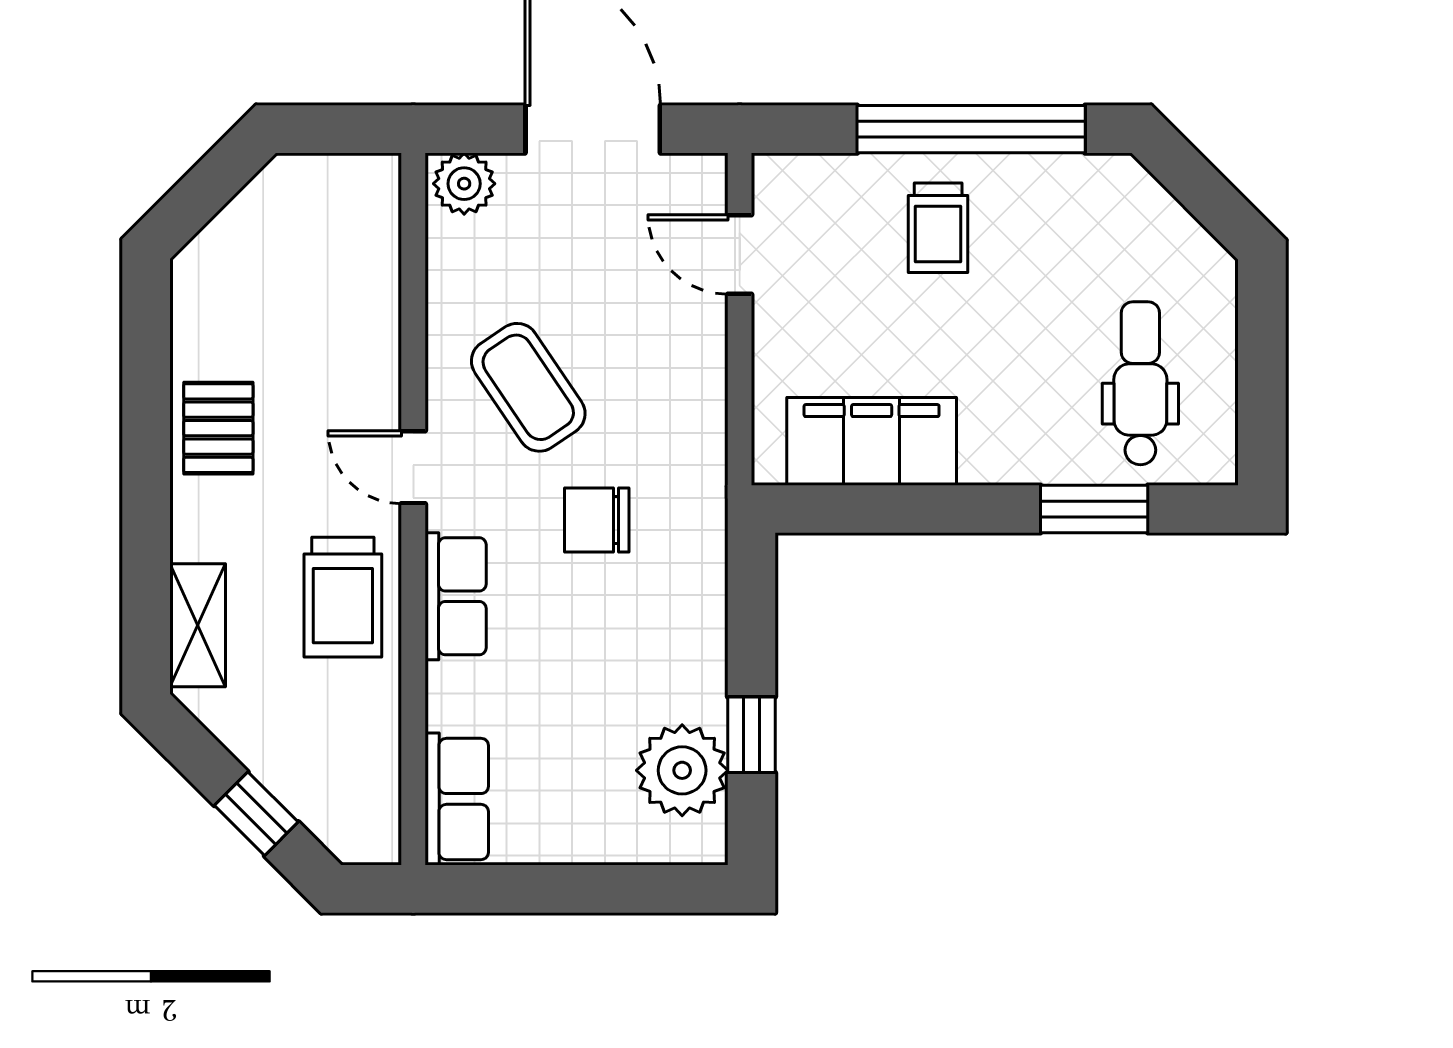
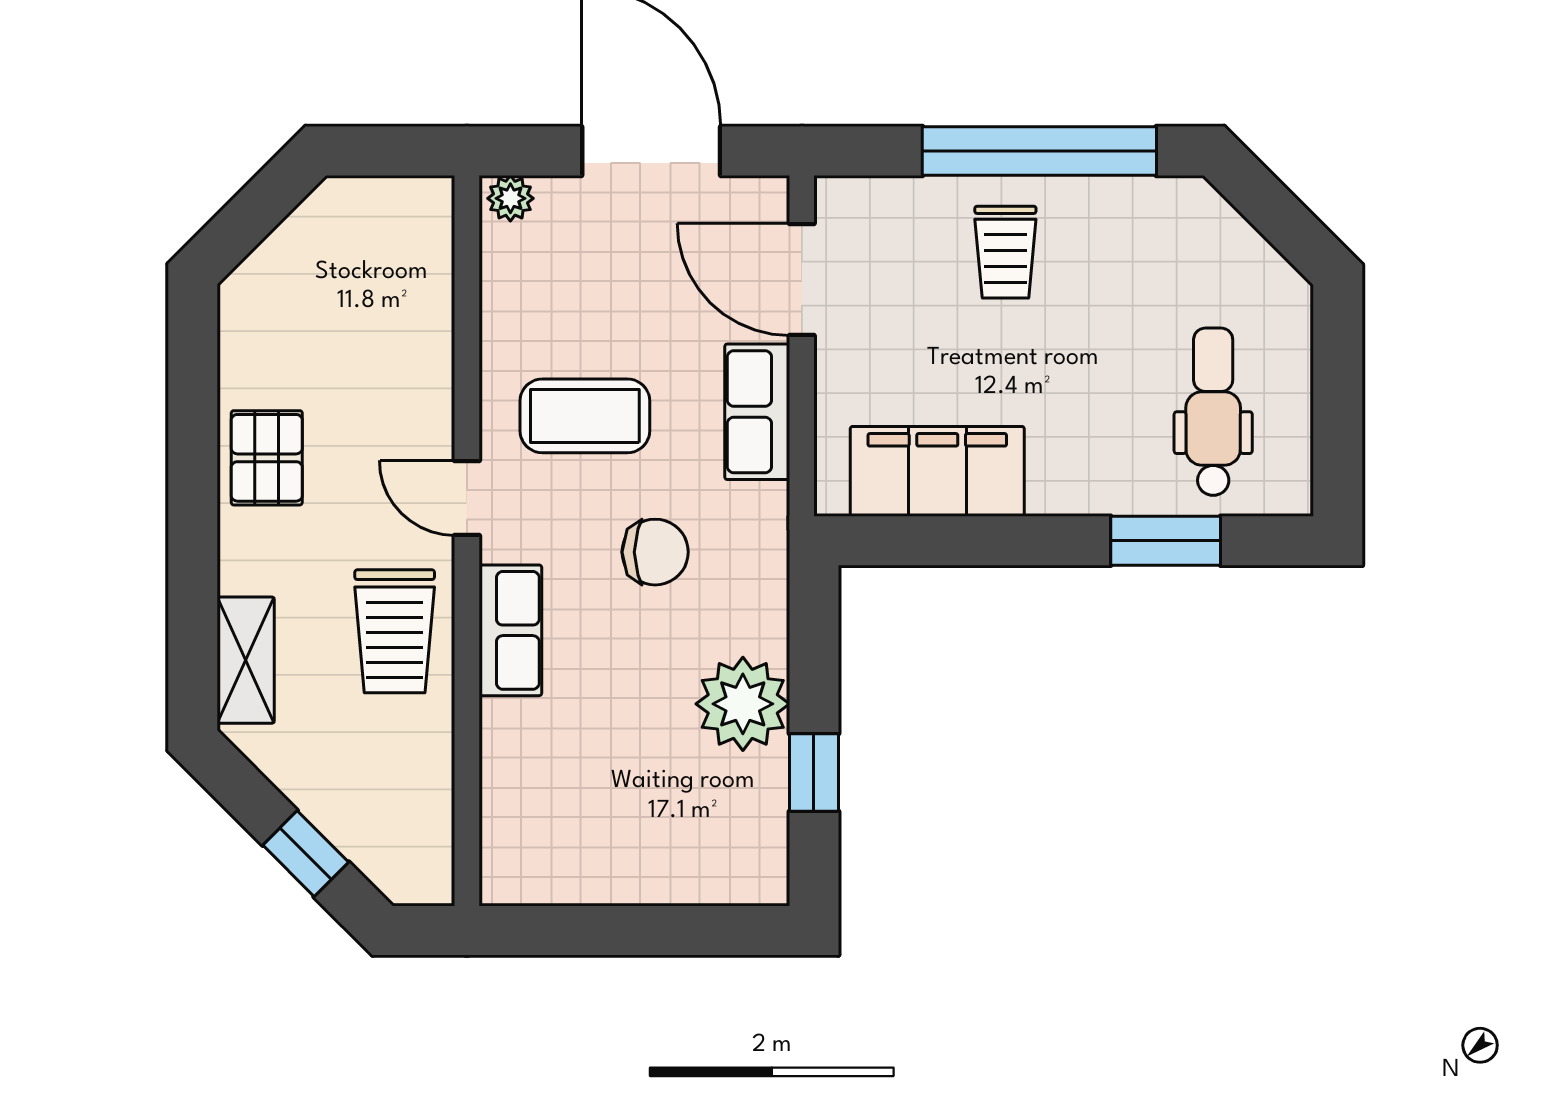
plant: (464, 184) -> (510, 198), width x0.73, depth x0.73
door: (740, 254) -> (802, 280), width x1.38
coffee table: (528, 387) -> (585, 416), turned -56
chair: (597, 520) -> (655, 552), turned 180
plant: (682, 770) -> (743, 704), moved
row of seats: (457, 799) -> (757, 412), moved, turned 180

